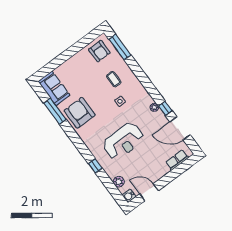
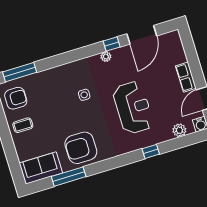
coffee table: (114, 79) -> (23, 125), moved
row of seats: (177, 160) -> (186, 77), moved

